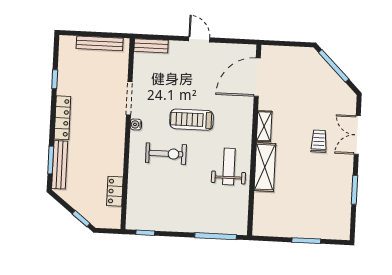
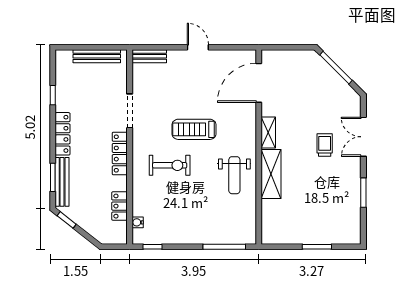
water cooler: (136, 124) -> (138, 222), moved
locker: (118, 140) -> (120, 154), added
weight bench: (229, 166) -> (234, 175), turned 180
window: (81, 219) -> (67, 220), moved

